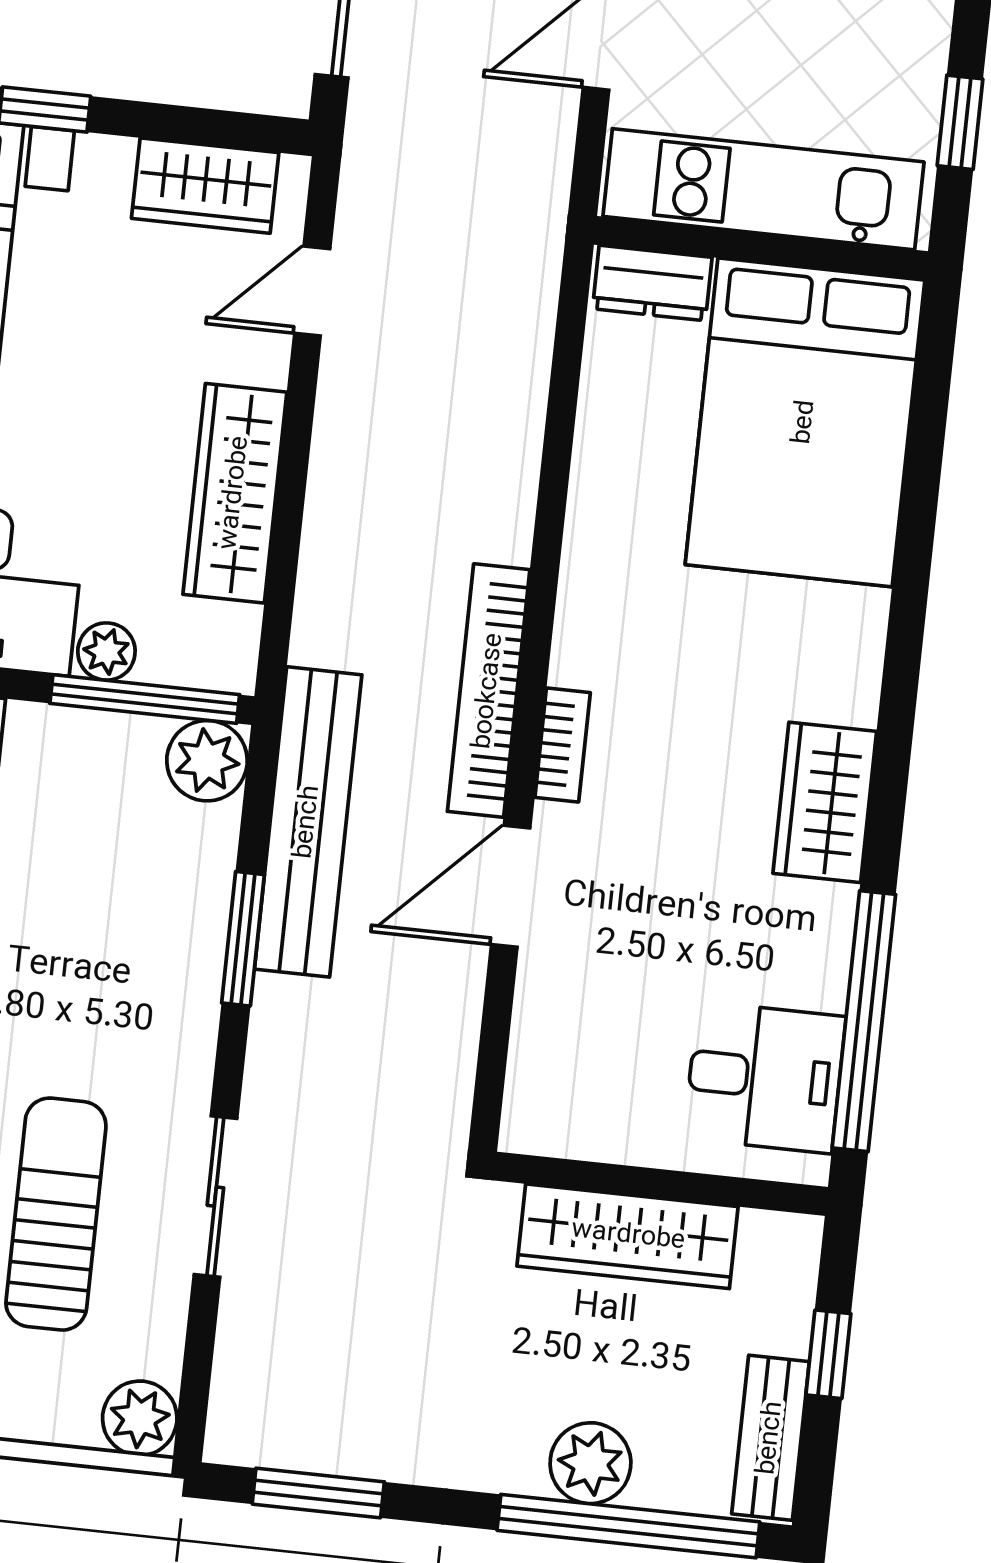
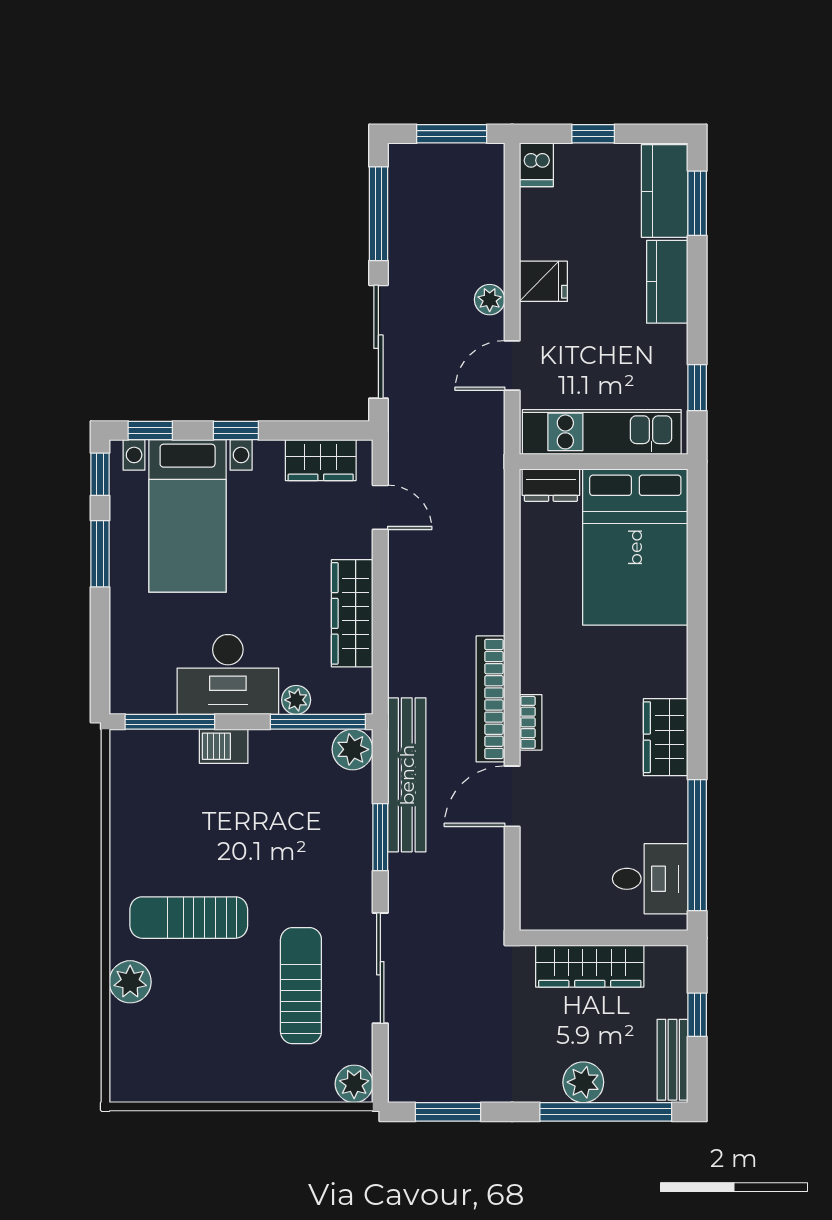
door: (312, 291) -> (380, 507), swing flipped
sliding door: (215, 1197) -> (380, 968), width x1.37

